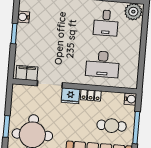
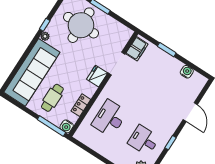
window: (14, 34) -> (167, 50), moved
locker: (91, 95) -> (81, 105), moved
window: (136, 128) -> (51, 126), moved

